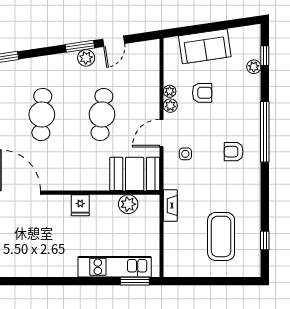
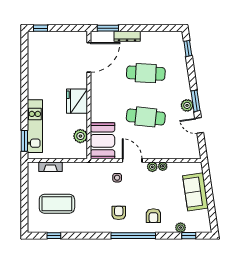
armchair: (202, 93) -> (153, 216), moved
fridge: (80, 205) -> (77, 101), width x1.88, depth x1.34
fireplace: (170, 206) -> (51, 167), moved

